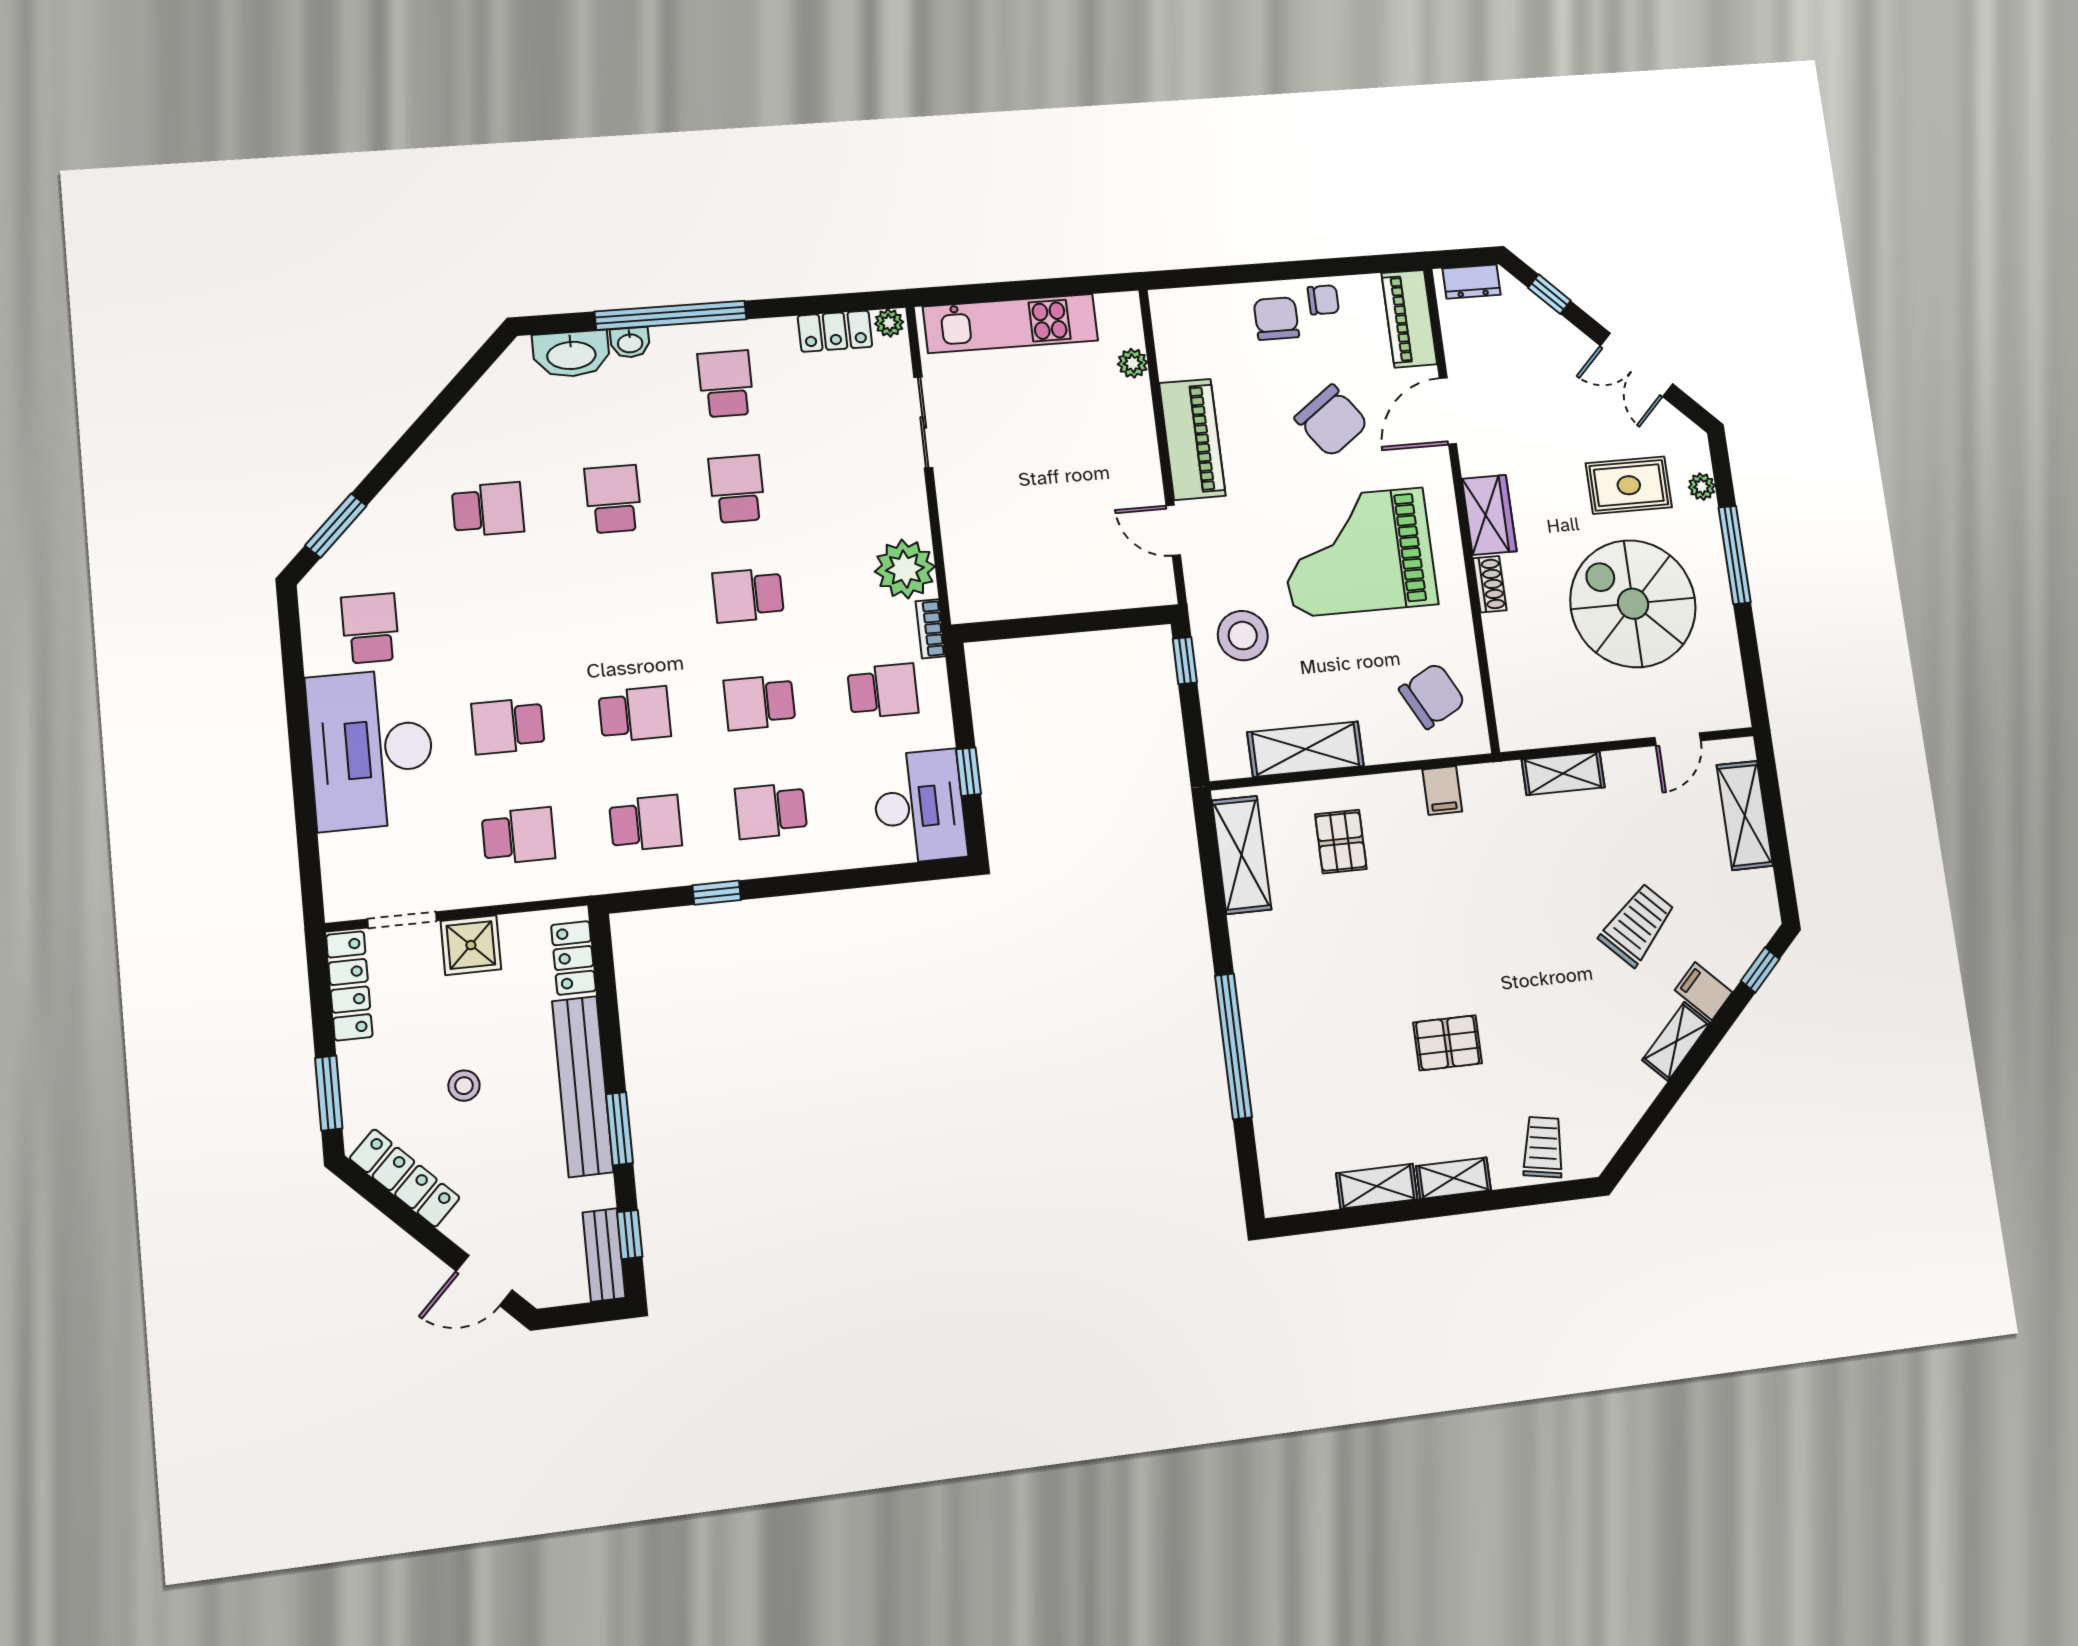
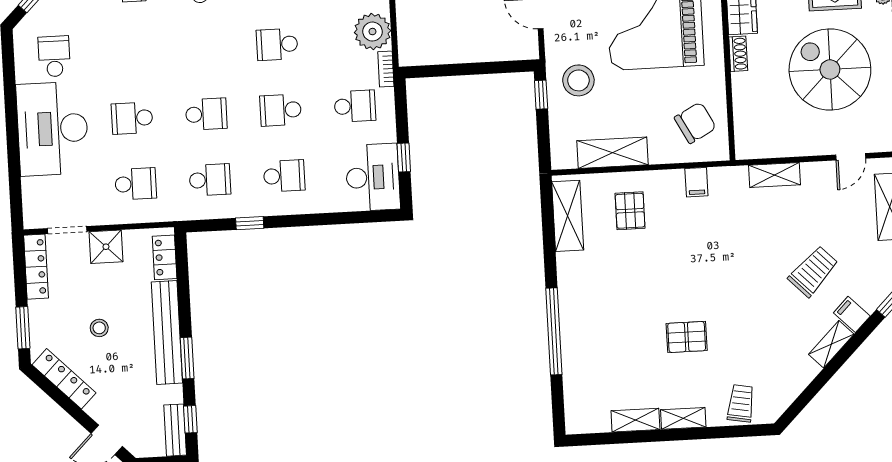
school desk: (771, 811) -> (284, 176), turned 180

